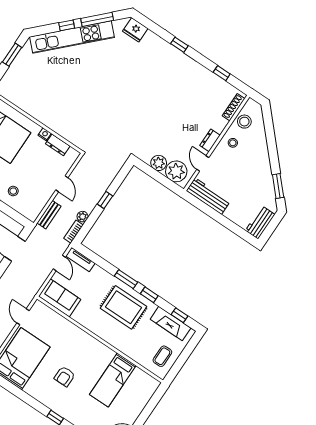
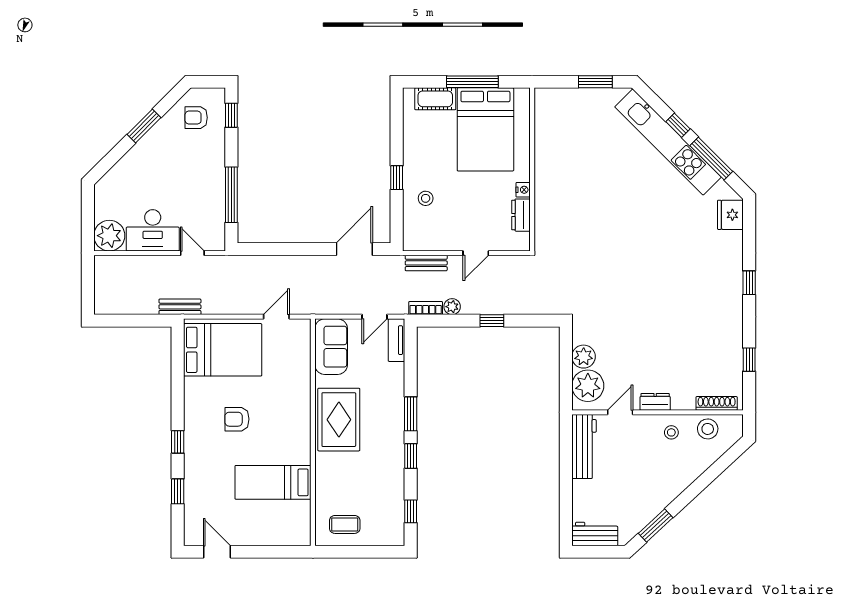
rug: (123, 307) -> (339, 420), moved
fireplace: (171, 324) -> (393, 507), removed

